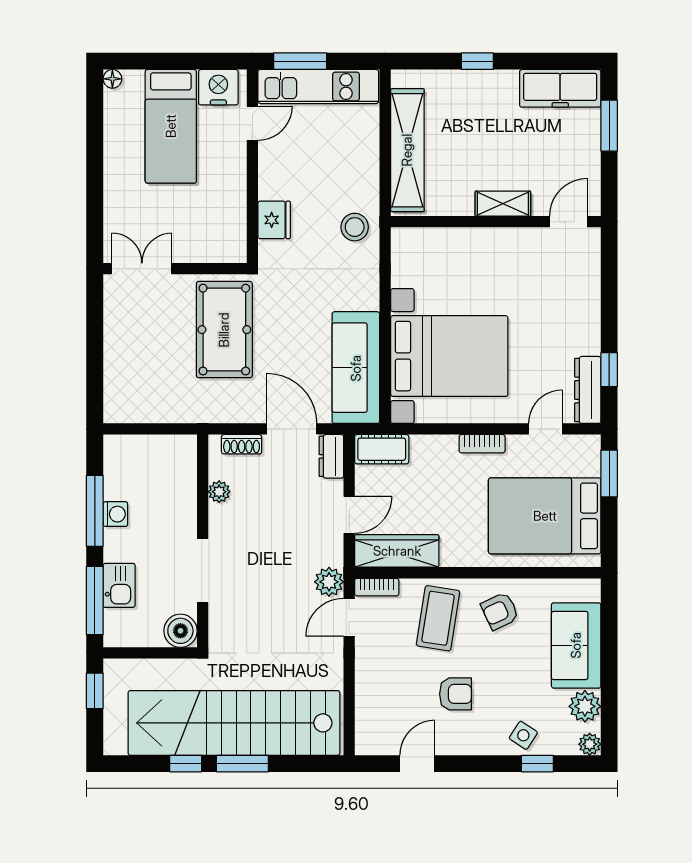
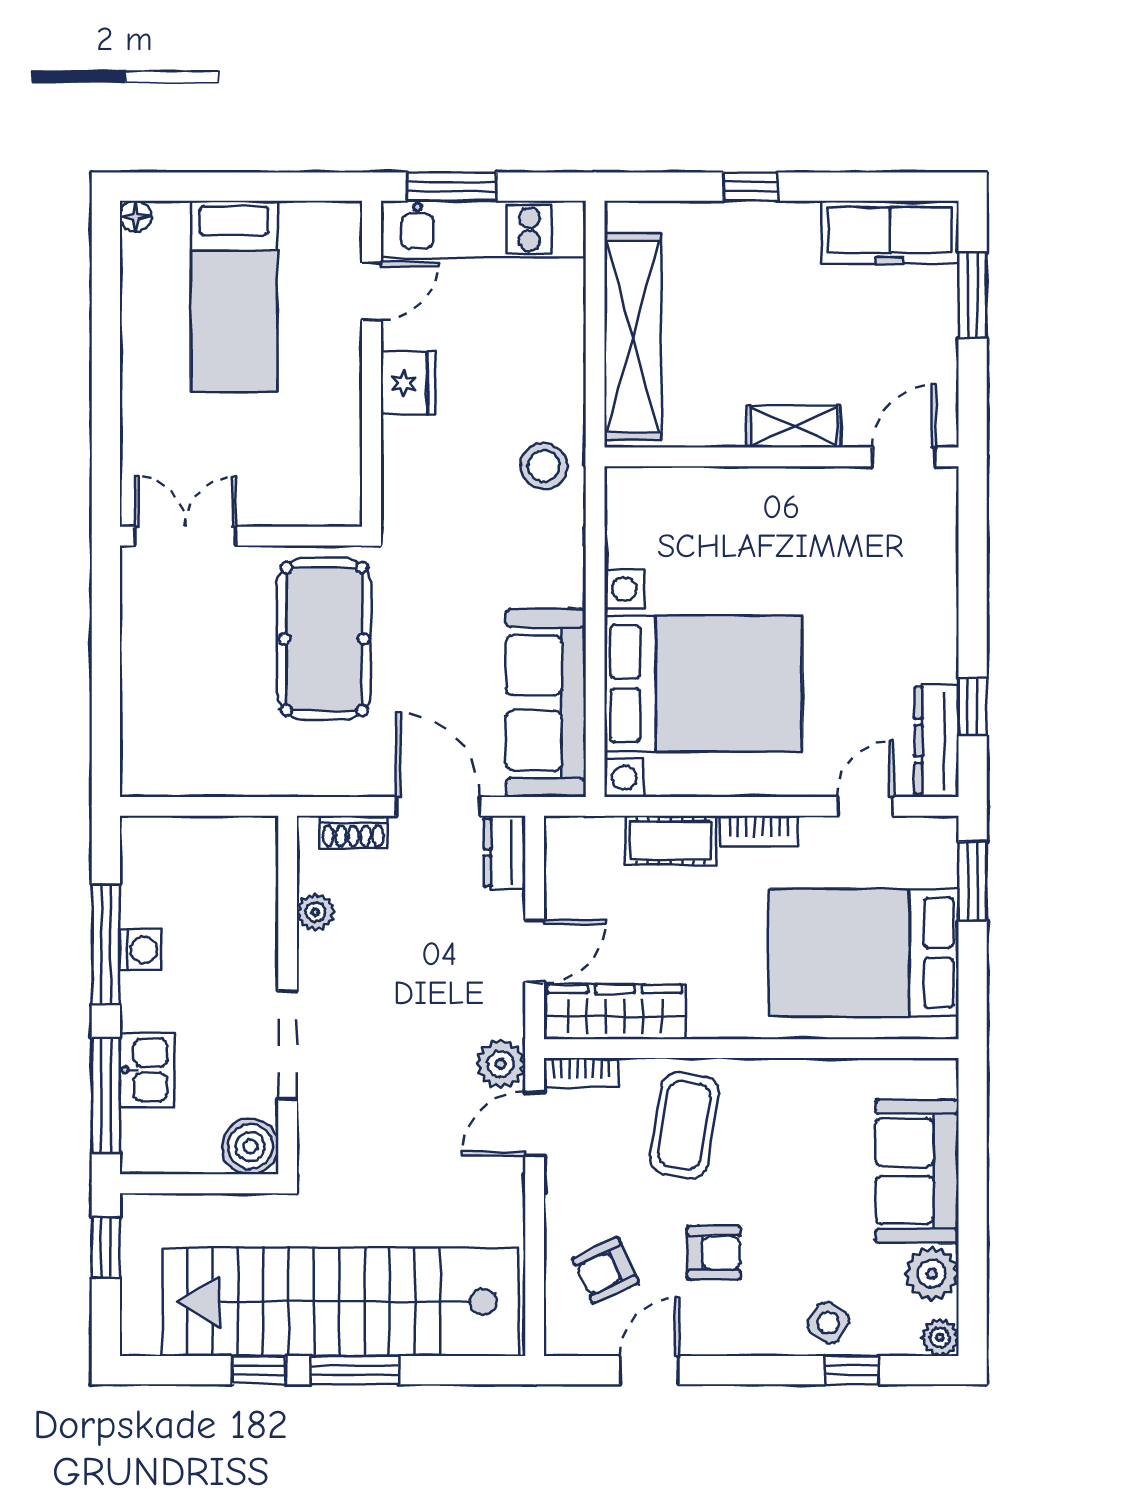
nightstand: (218, 87) -> (314, 231), removed
fridge: (274, 220) -> (408, 383), moved
cot: (382, 449) -> (671, 840), moved
armchair: (500, 611) -> (606, 1270), moved

